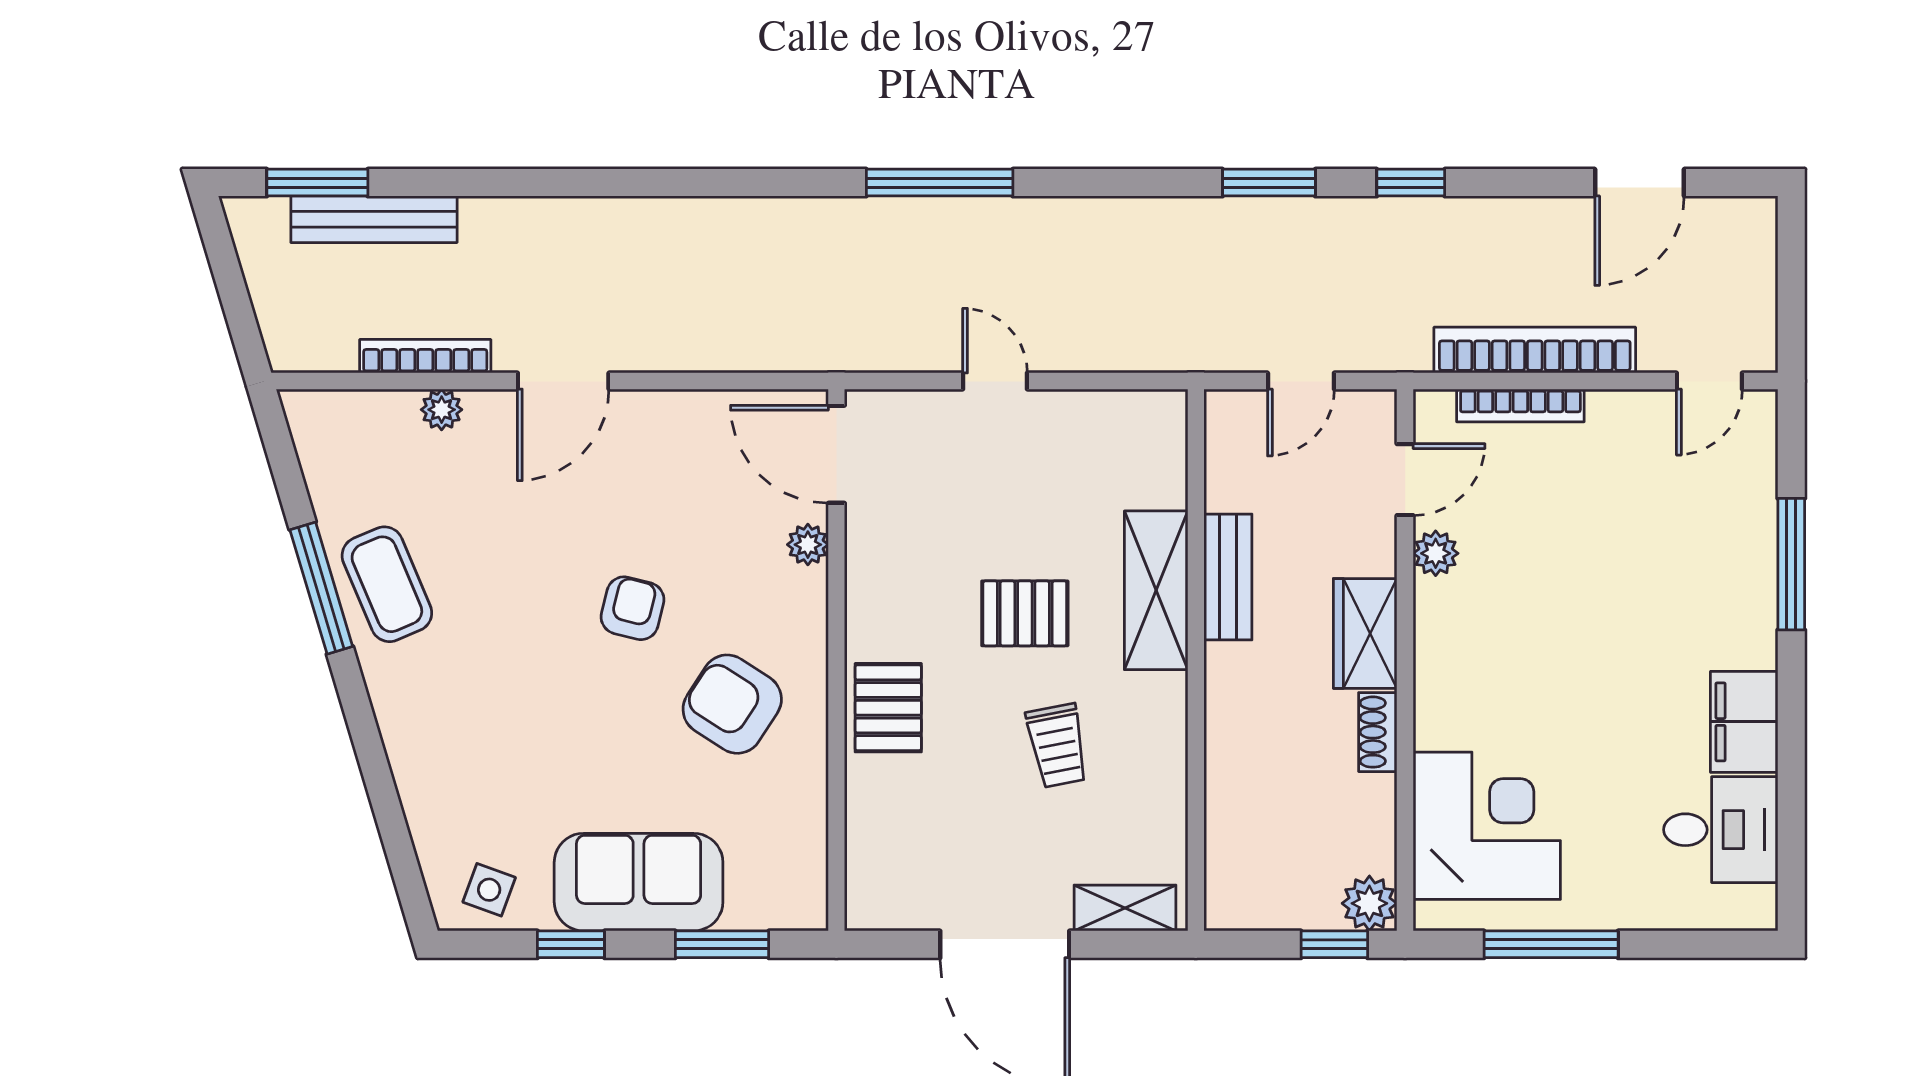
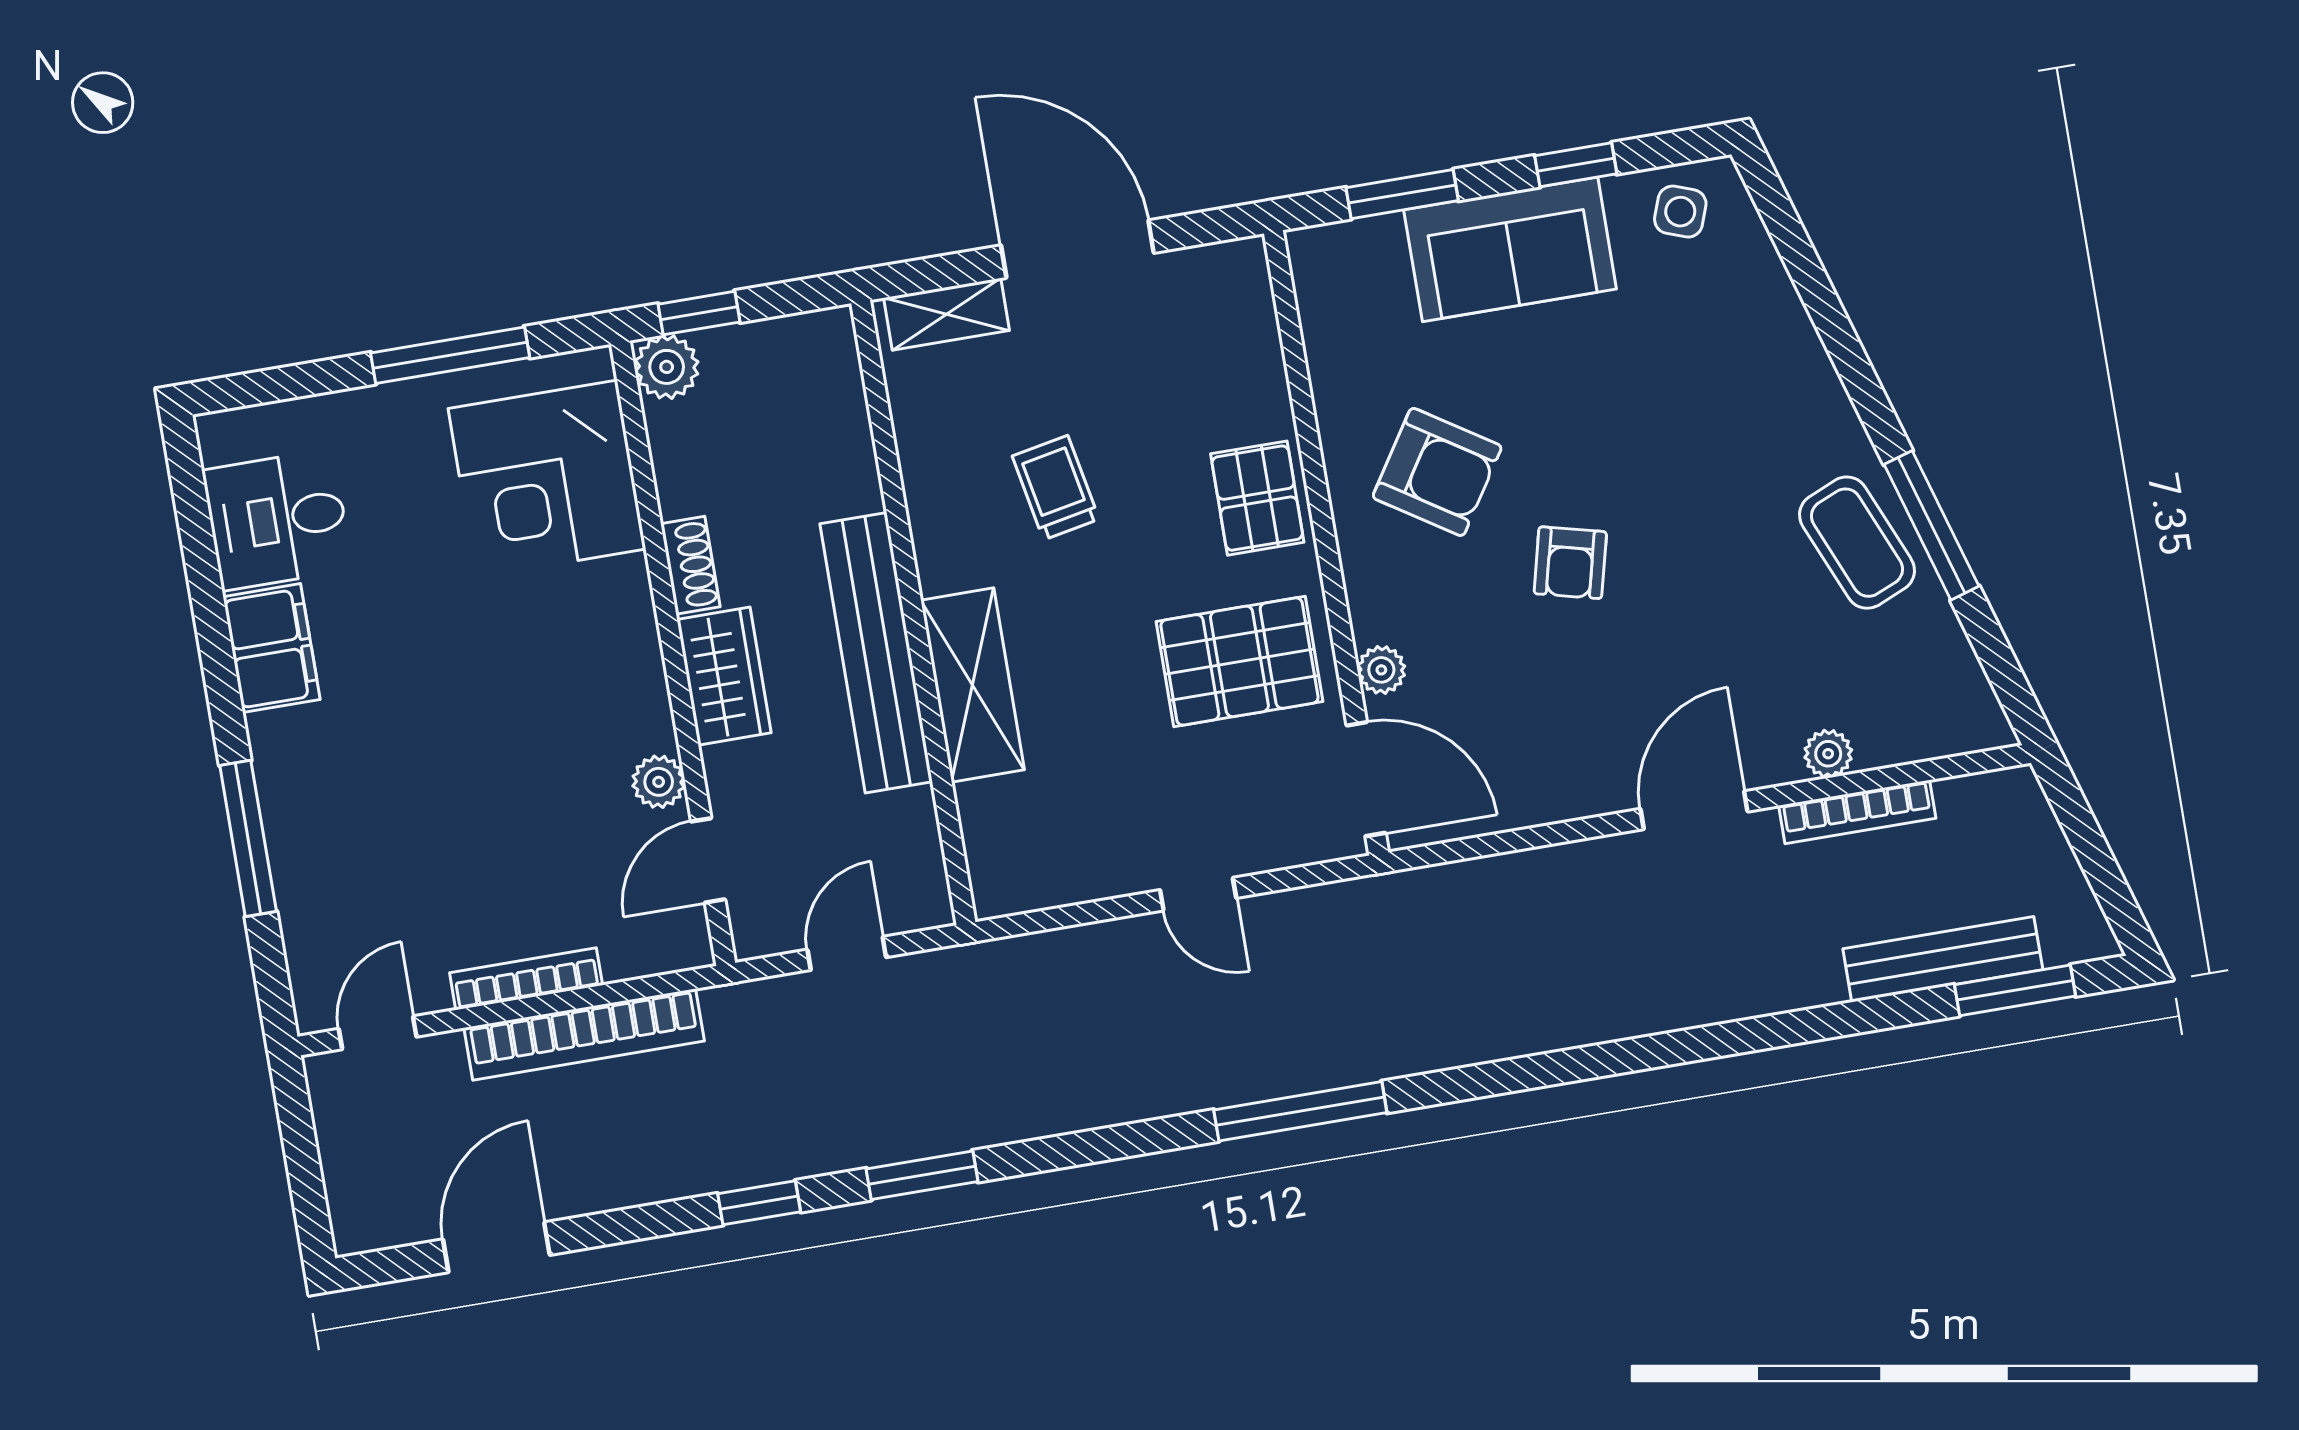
bookcase: (1520, 405) -> (526, 979), moved
bench: (1228, 577) -> (876, 653), width x1.86, depth x1.21
pallet: (1025, 613) -> (1239, 661), moved, width x1.50, depth x1.42

